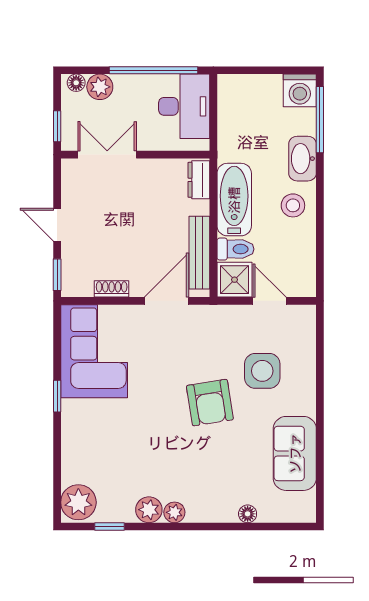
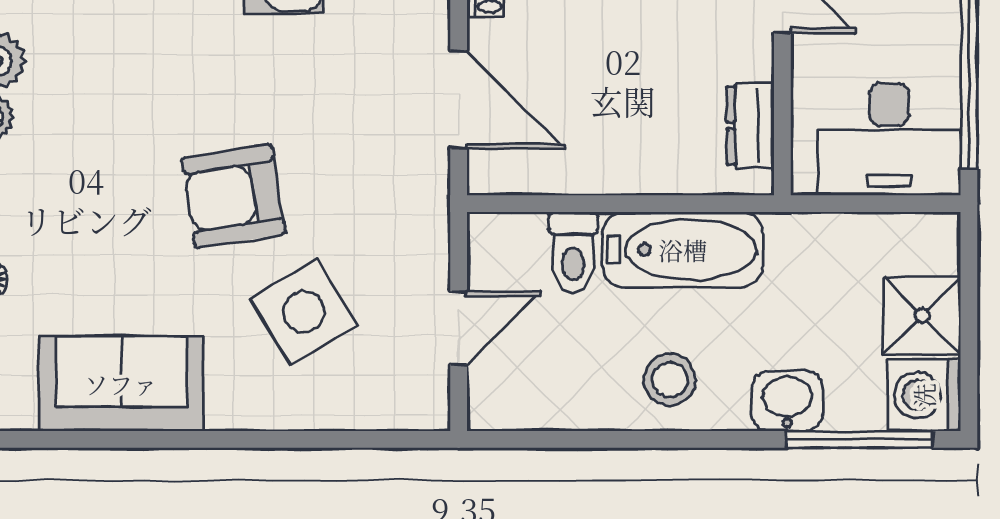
washbasin: (302, 159) -> (787, 401), width x0.72
dresser: (199, 180) -> (750, 125), moved, turned -90
bench: (199, 253) -> (565, 173), removed
shower: (235, 280) -> (922, 316), moved
side table: (262, 371) -> (304, 312), turned -31

